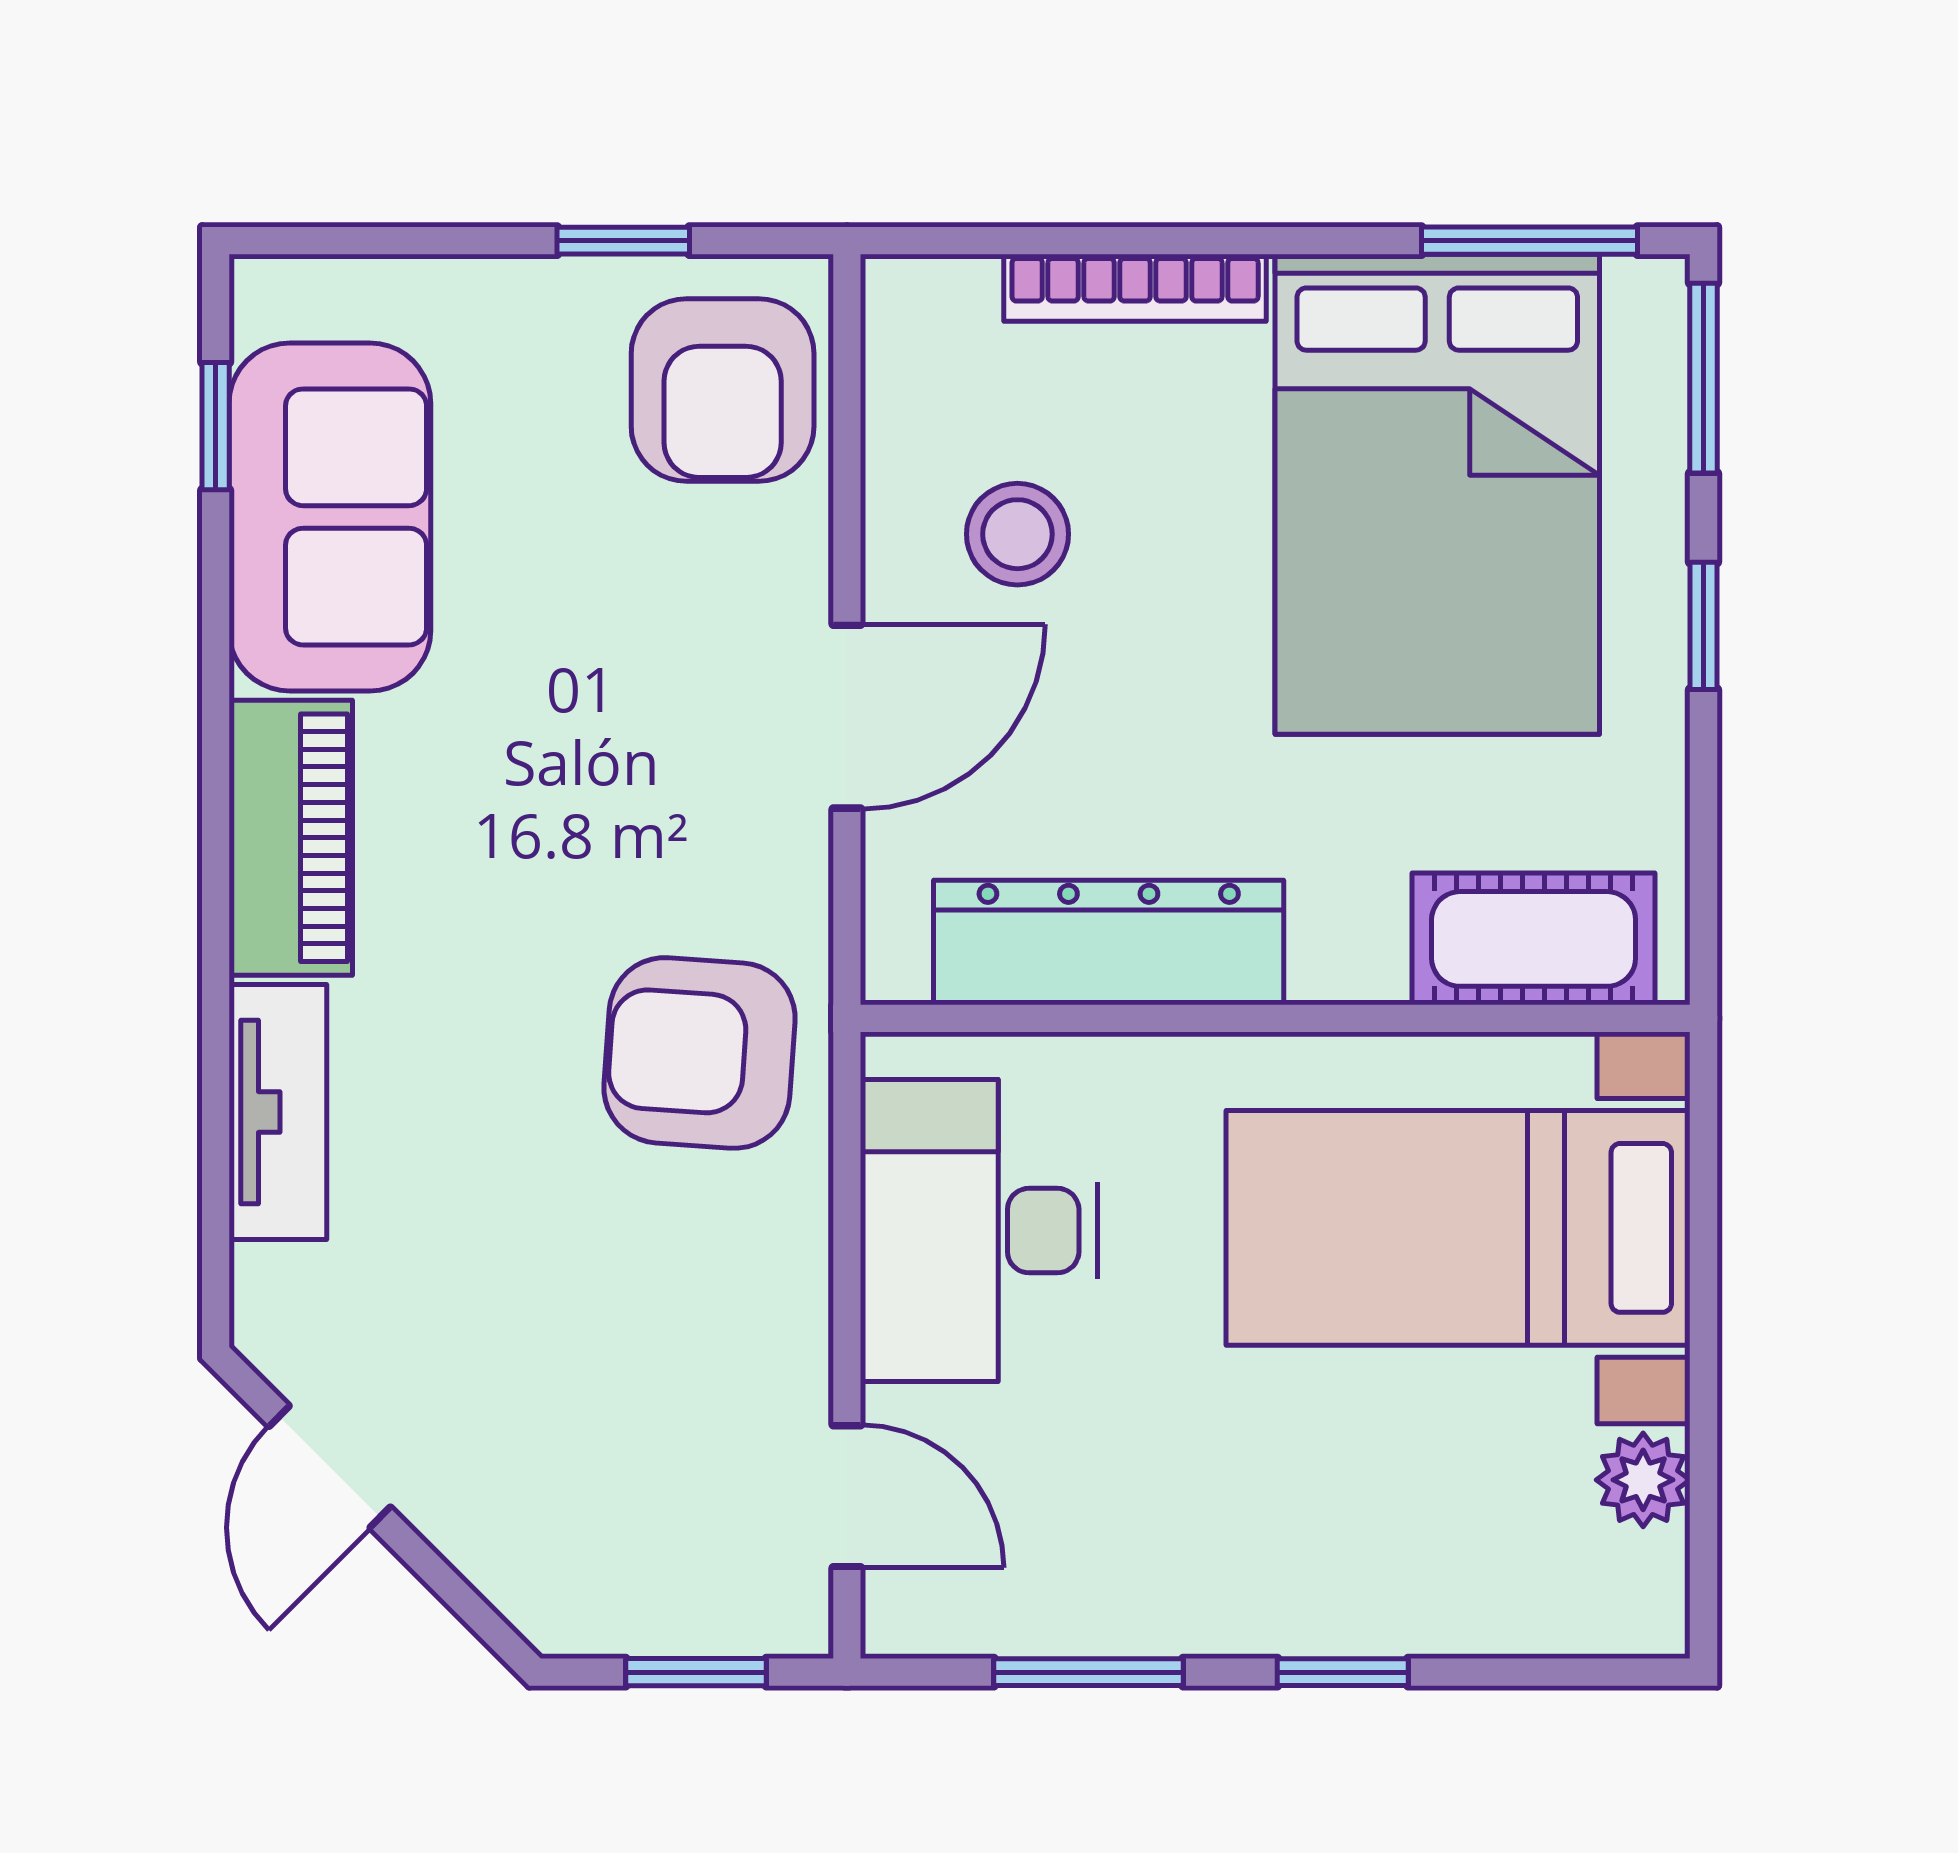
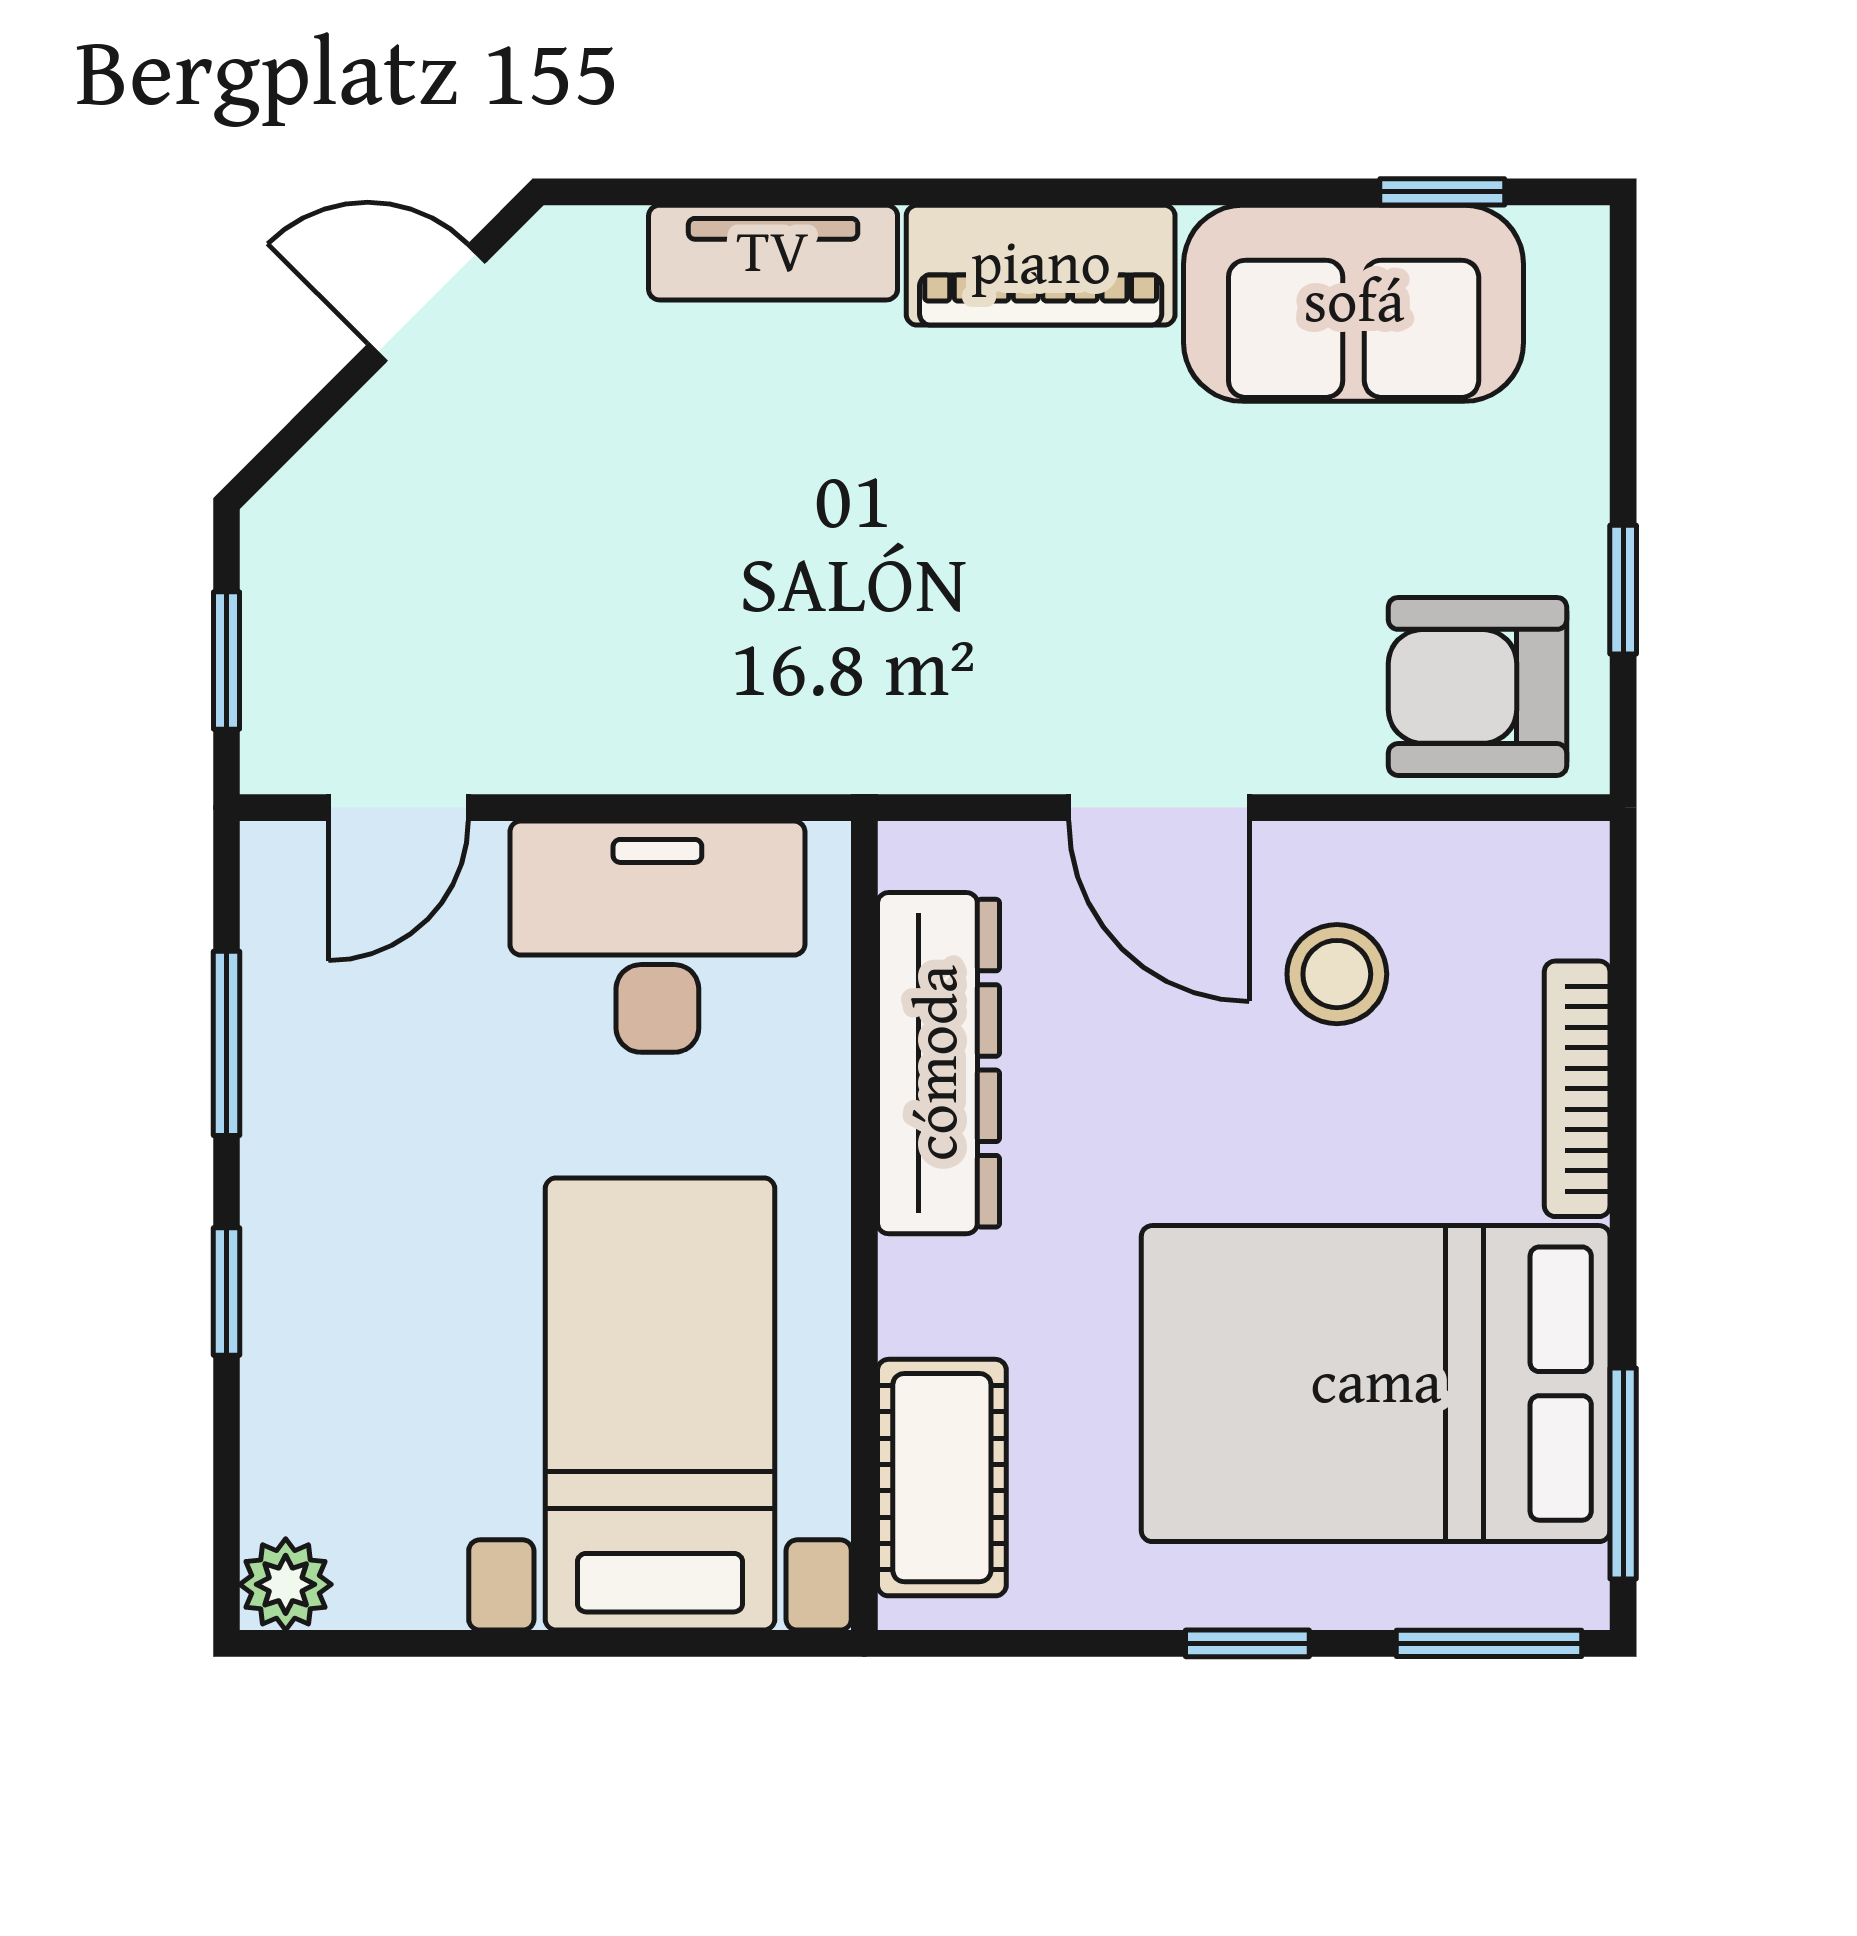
armchair: (700, 1053) -> (831, 664), removed
plant: (1643, 1480) -> (286, 1584), moved

